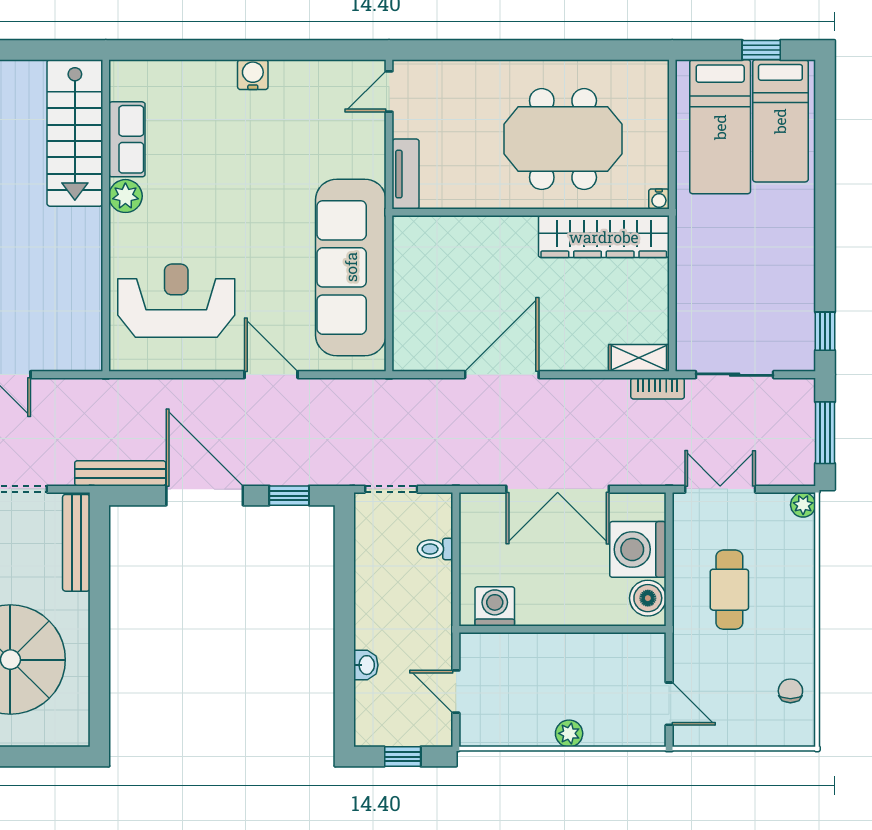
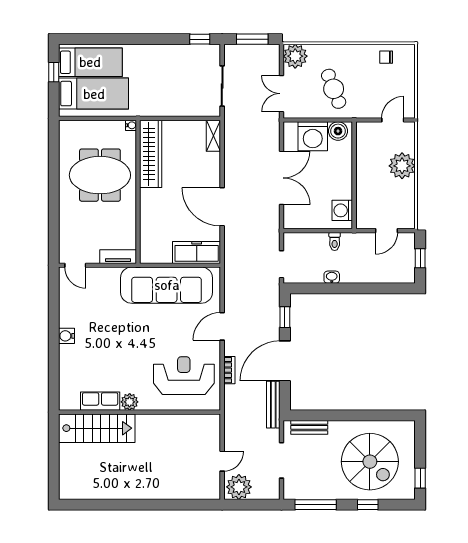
meeting table: (563, 139) -> (100, 175), turned 90
reception desk: (176, 301) -> (184, 376), turned 90
freezer: (414, 325) -> (197, 253), added
bookcase: (658, 388) -> (229, 370), moved
plant: (803, 505) -> (295, 56), width x1.88, depth x1.88
bench: (76, 543) -> (309, 427), width x0.73
toilet: (435, 549) -> (335, 241), moved
cafe table: (729, 590) -> (334, 89), turned 69
washbasin: (366, 665) -> (332, 277), moved
plant: (569, 733) -> (402, 166), width x1.87, depth x1.87

